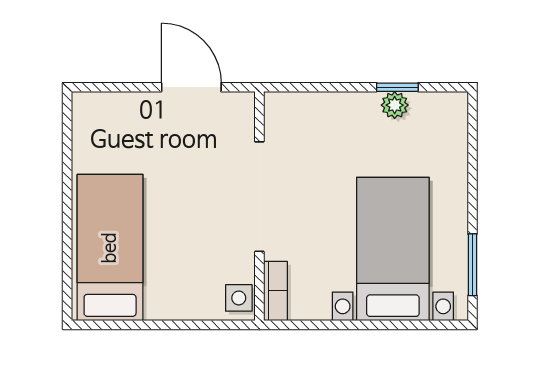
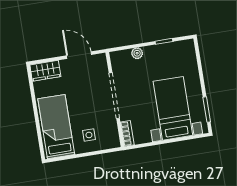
plant: (395, 105) -> (137, 53), moved
wardrobe: (106, 111) -> (45, 71), added
side table: (239, 298) -> (89, 135), moved

